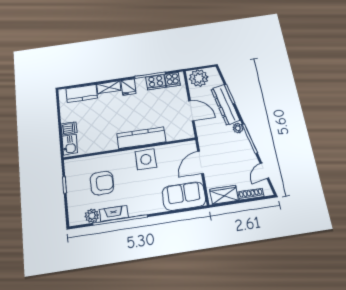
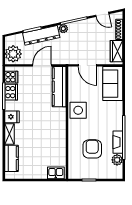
dishwasher: (69, 128) -> (42, 172), removed
kitchen counter: (141, 138) -> (59, 87), moved

